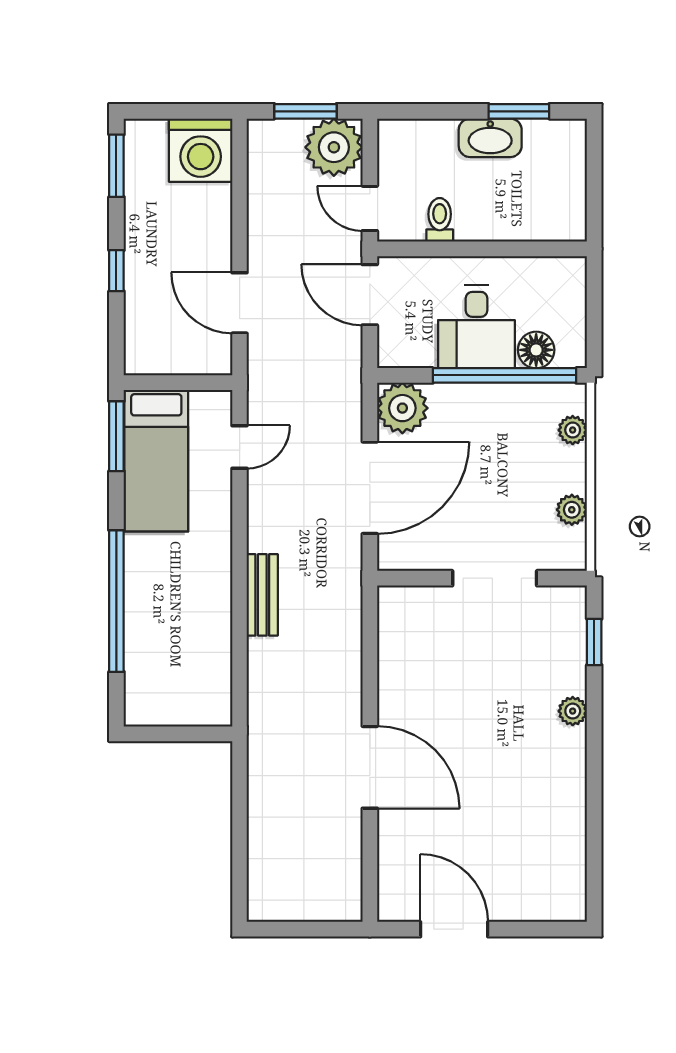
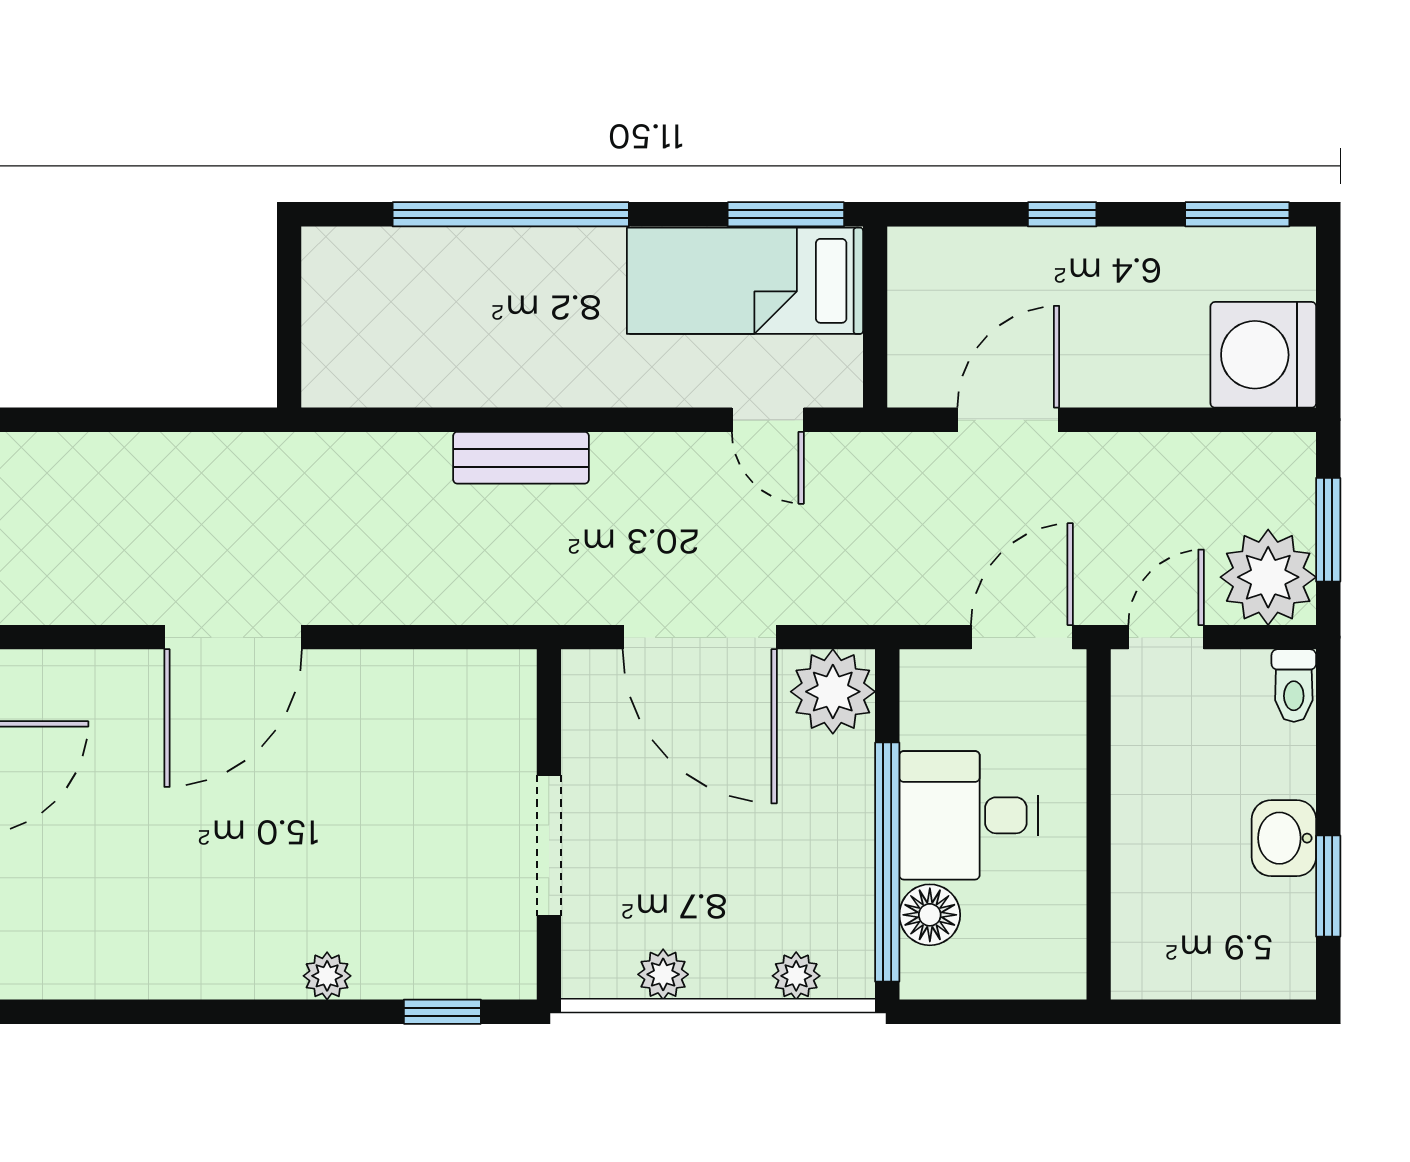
washbasin: (490, 138) -> (1284, 838), width x0.72
toilet: (440, 220) -> (1294, 686), moved, turned 90

